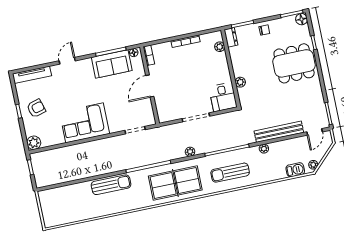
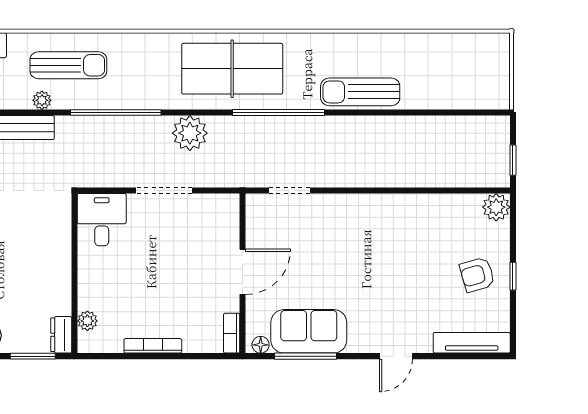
plant: (240, 82) -> (61, 242), removed
corner sofa: (85, 123) -> (387, 226), removed
plant: (190, 152) -> (190, 133), width x1.88, depth x1.88
sun lounger: (230, 173) -> (68, 65), moved

